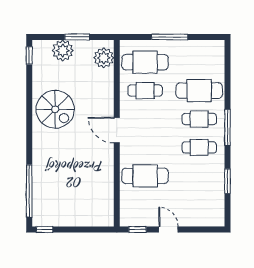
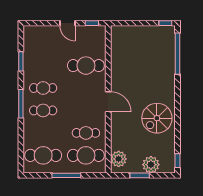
cafe table: (199, 91) -> (43, 155), moved
spiral stairs: (55, 109) -> (157, 118), turned -90

